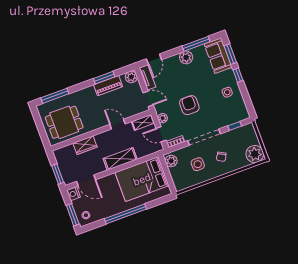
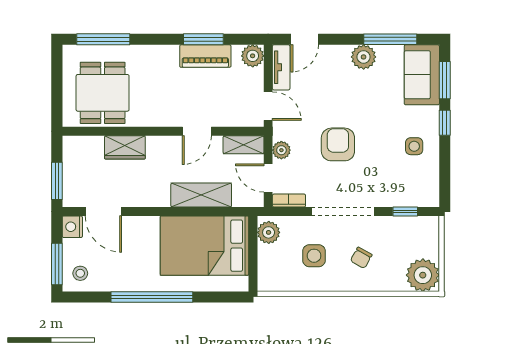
dining table: (64, 122) -> (103, 93), turned 90
door: (117, 124) -> (197, 131), swing flipped
shelving: (120, 159) -> (201, 195), moved

